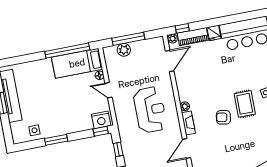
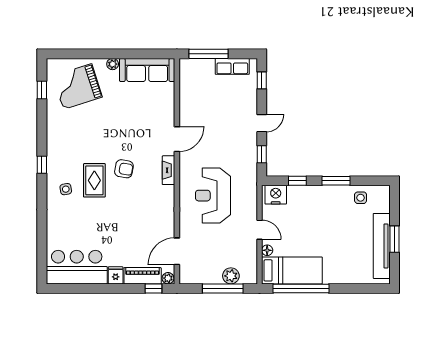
plant: (185, 106) -> (169, 192), removed
window: (101, 131) -> (297, 181), moved

